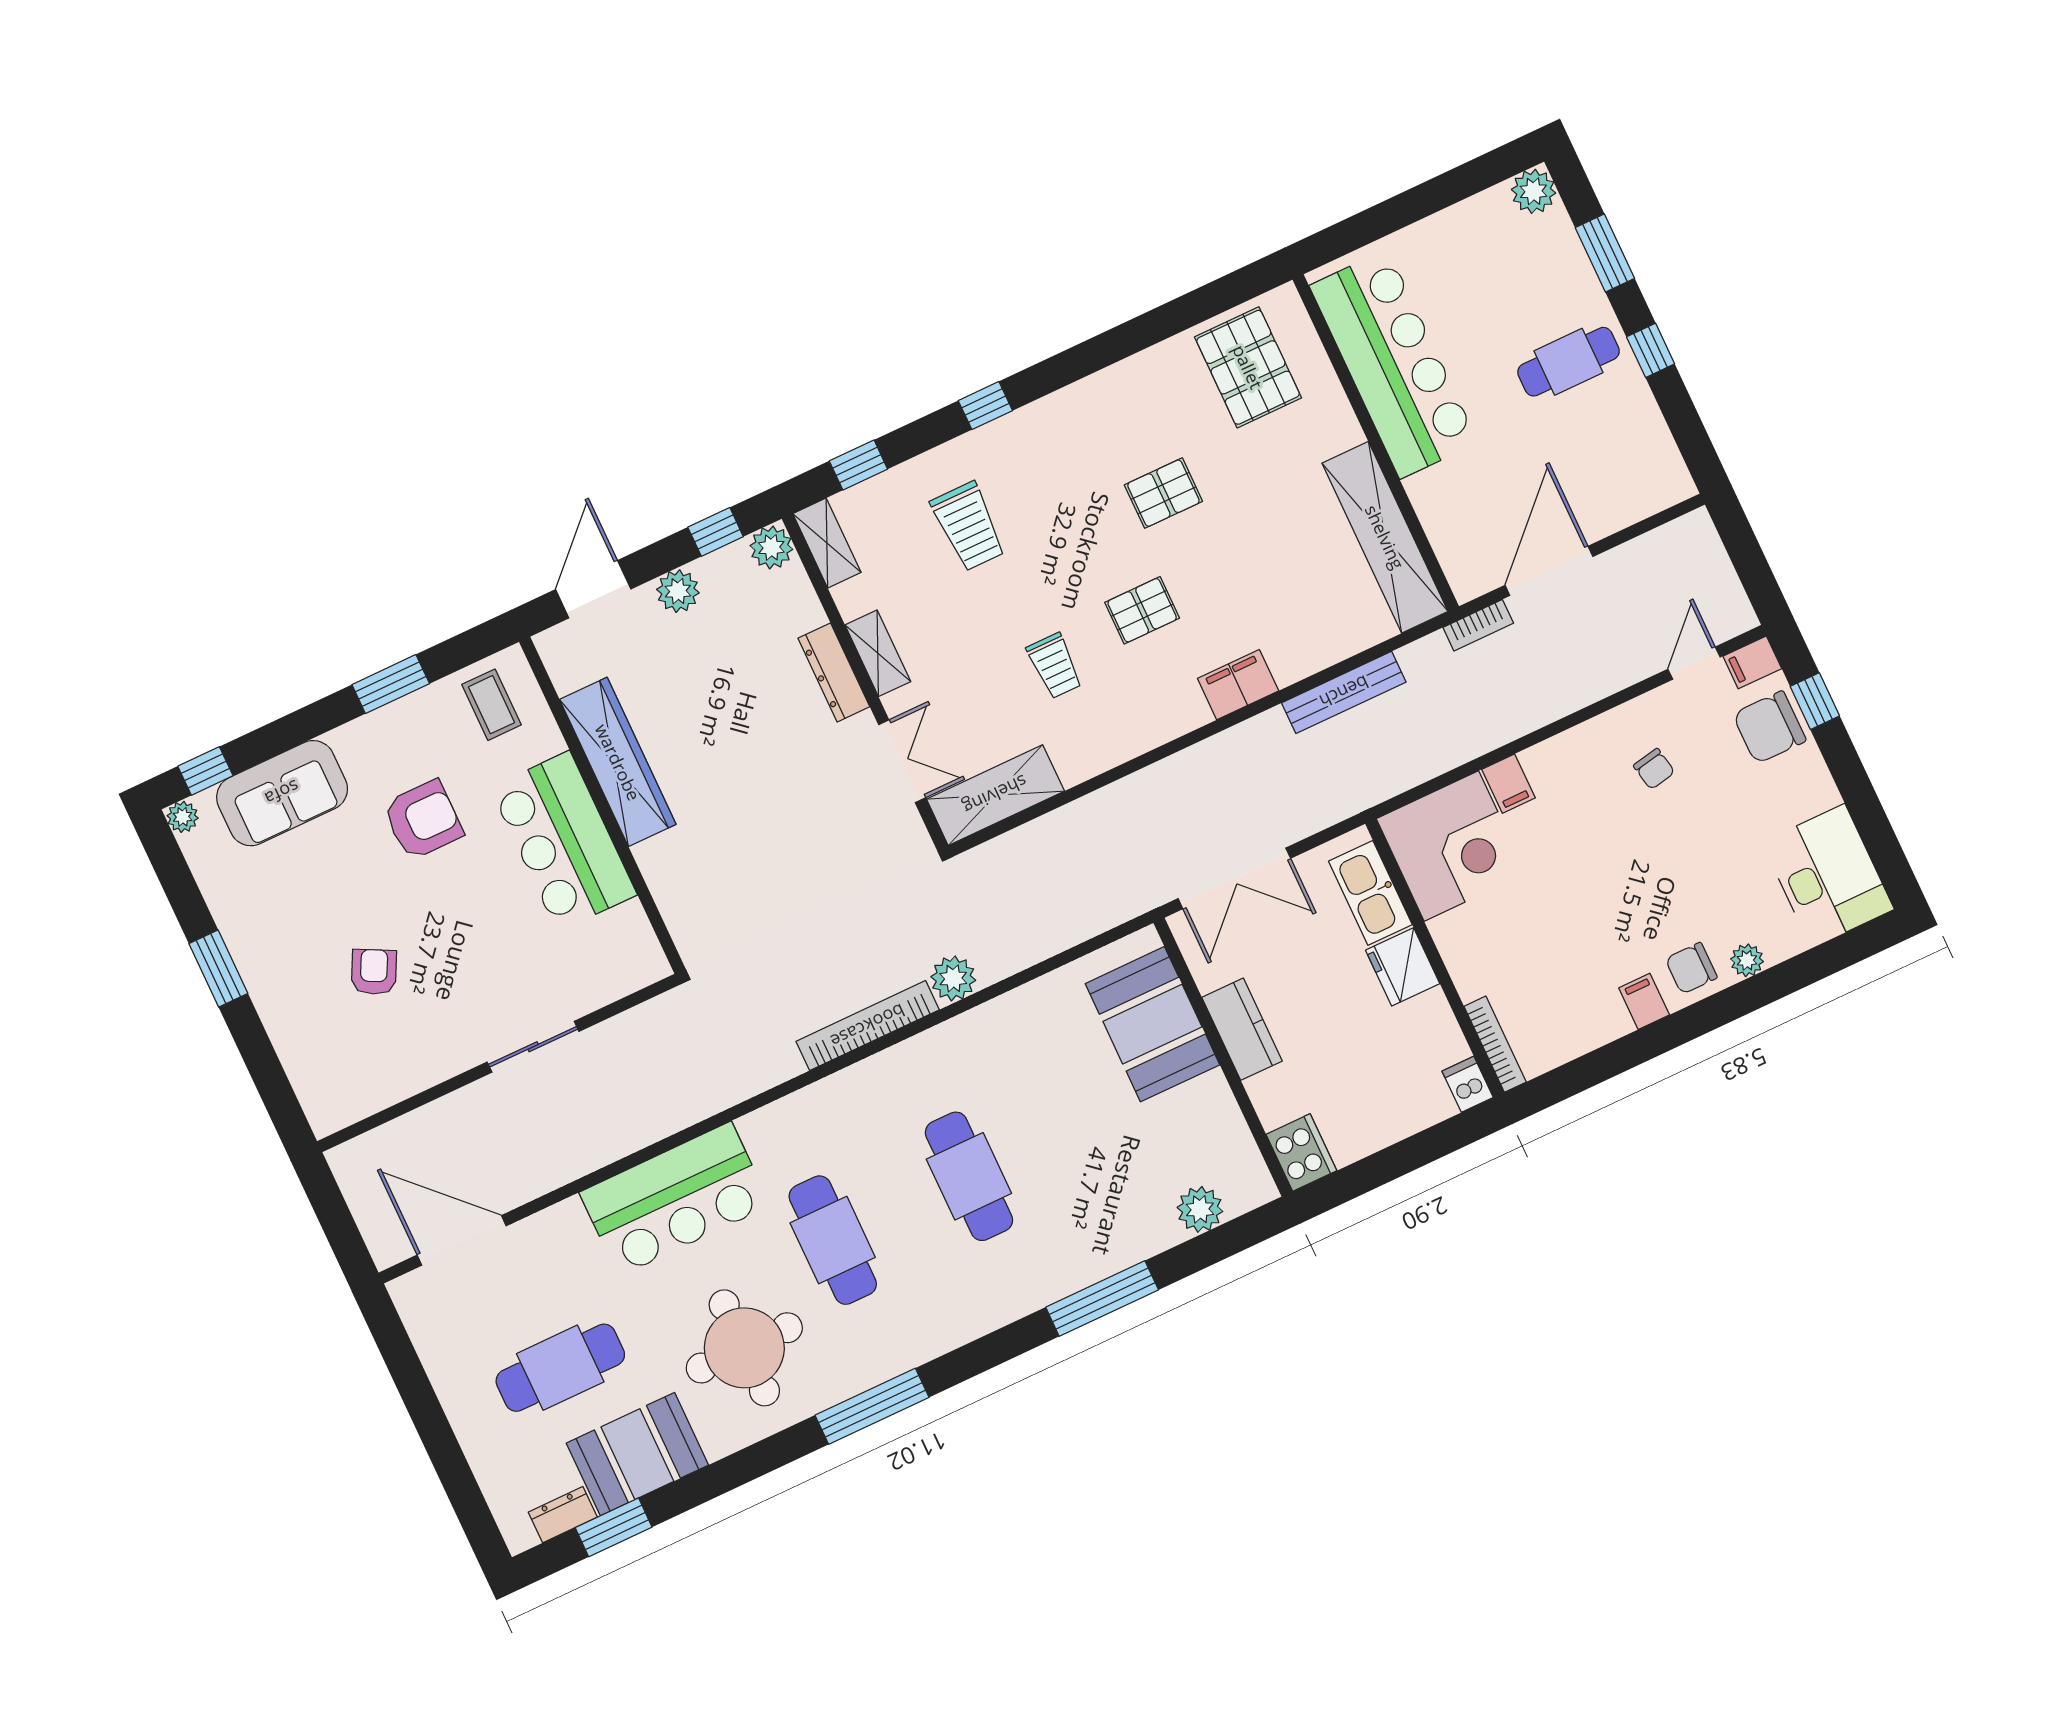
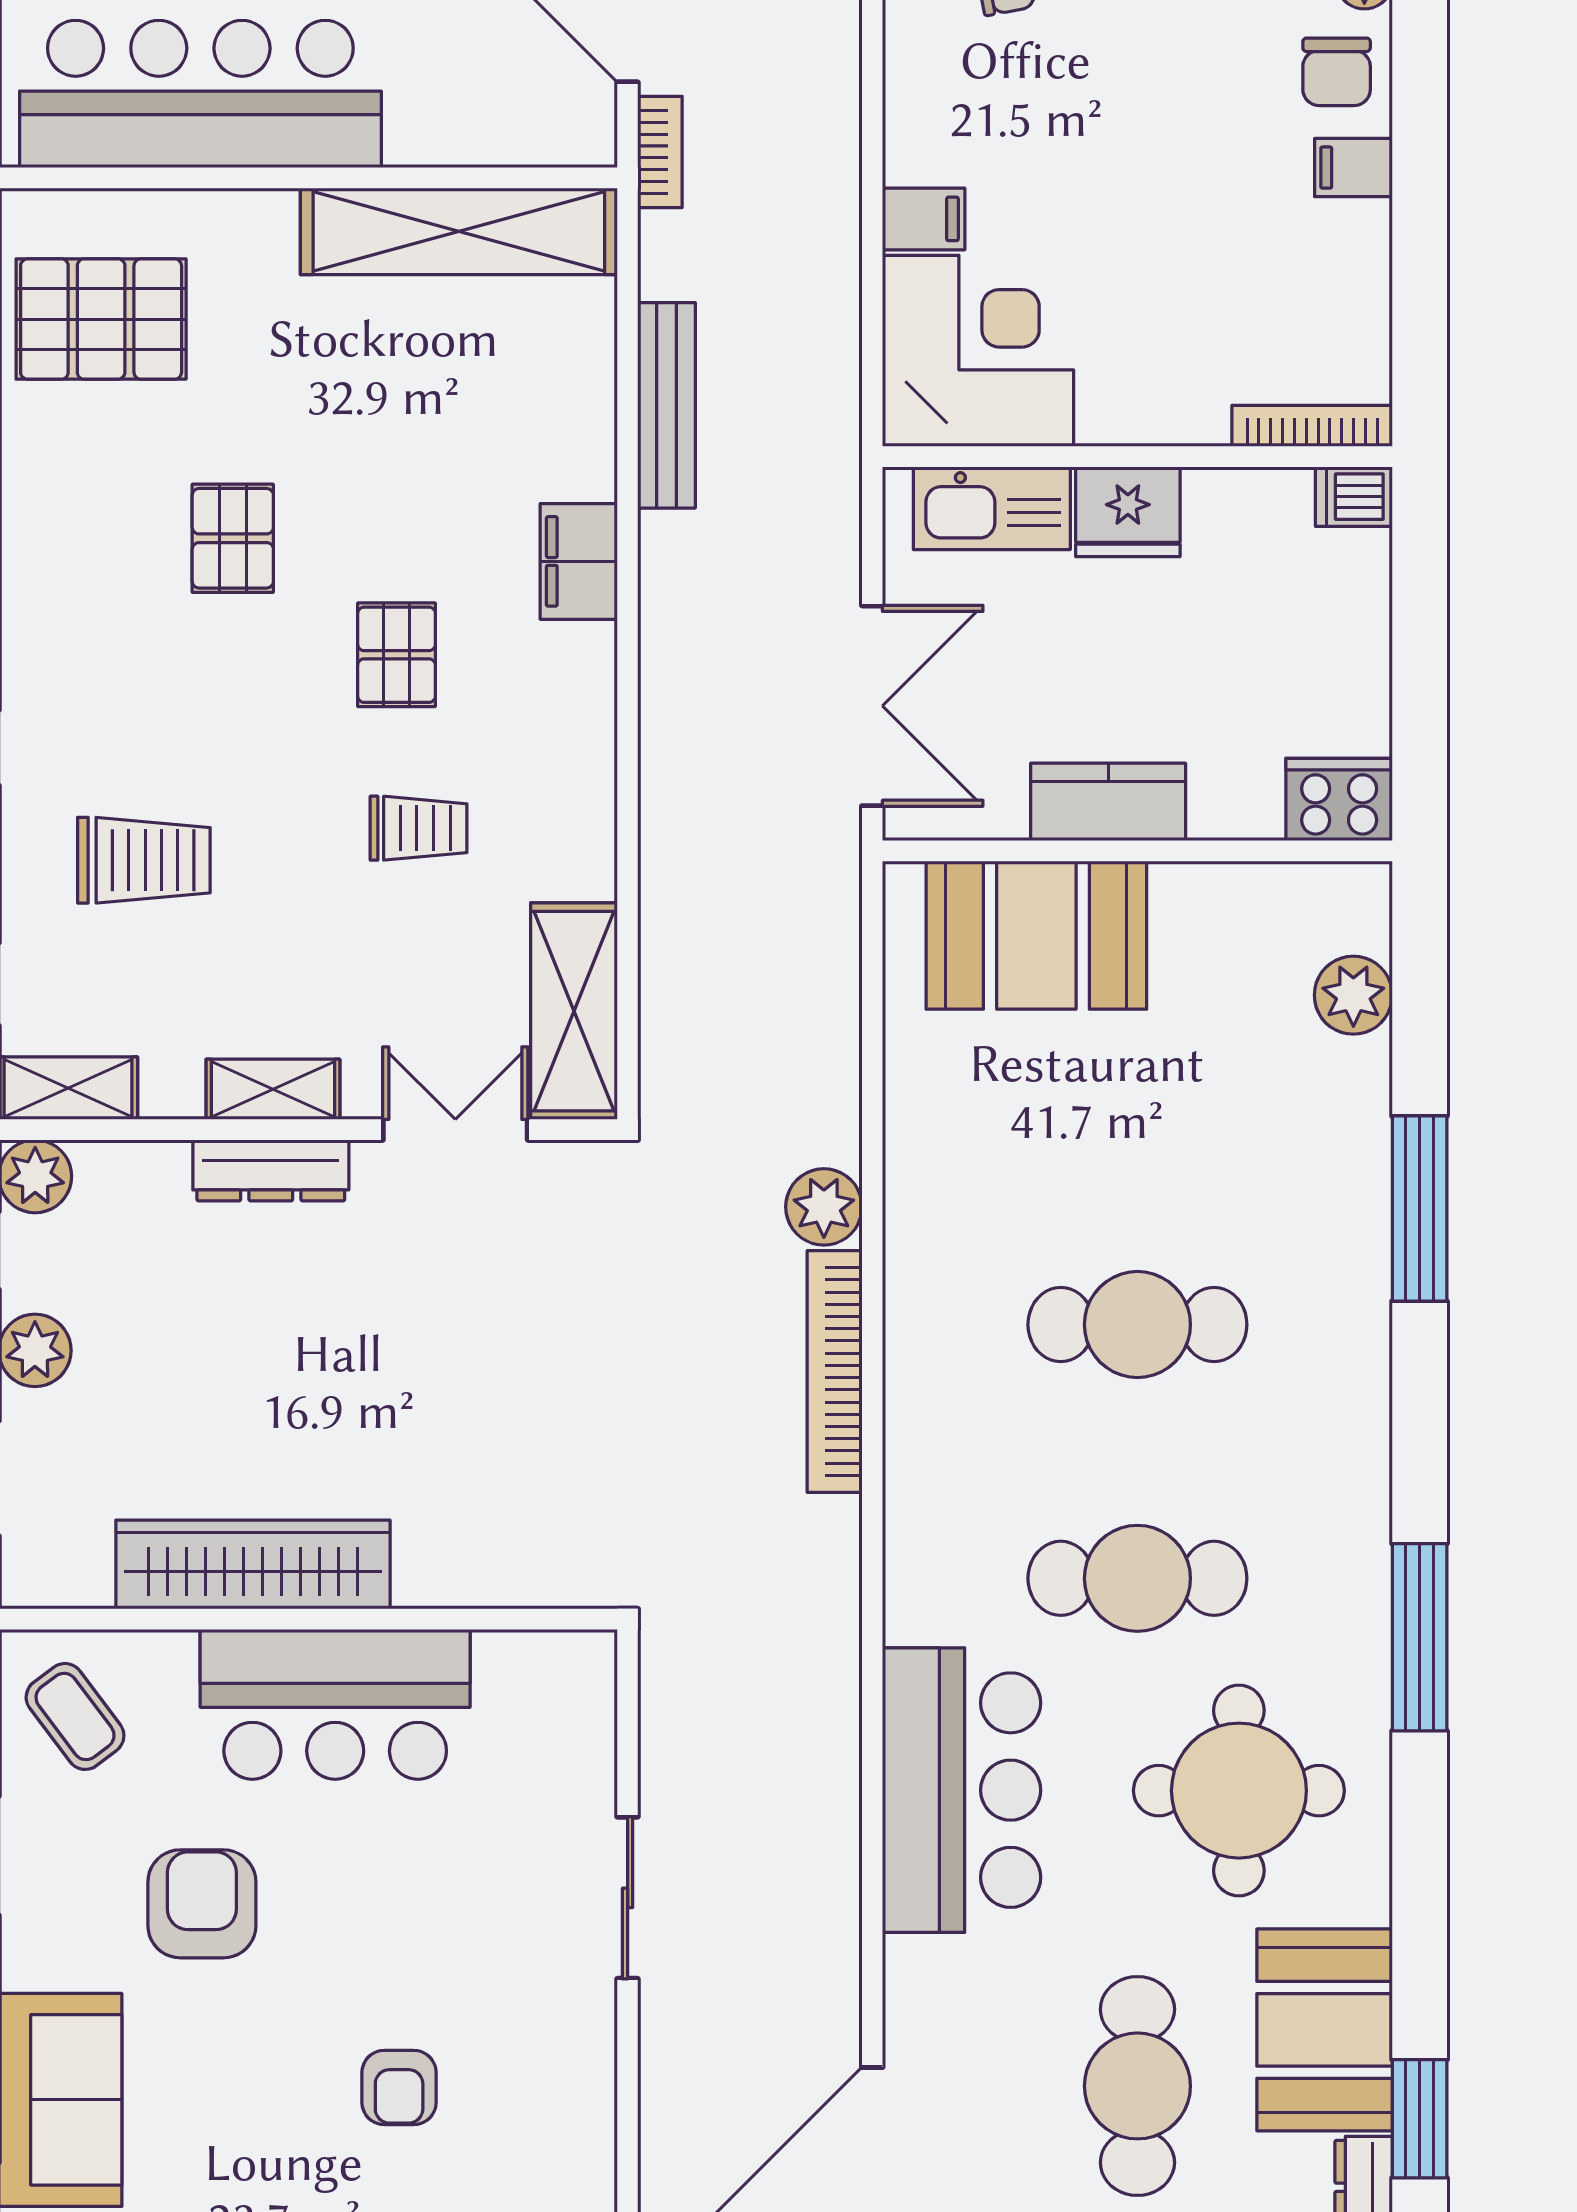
coffee table: (492, 705) -> (75, 1716), turned 53
armchair: (374, 972) -> (399, 2087), turned -117

